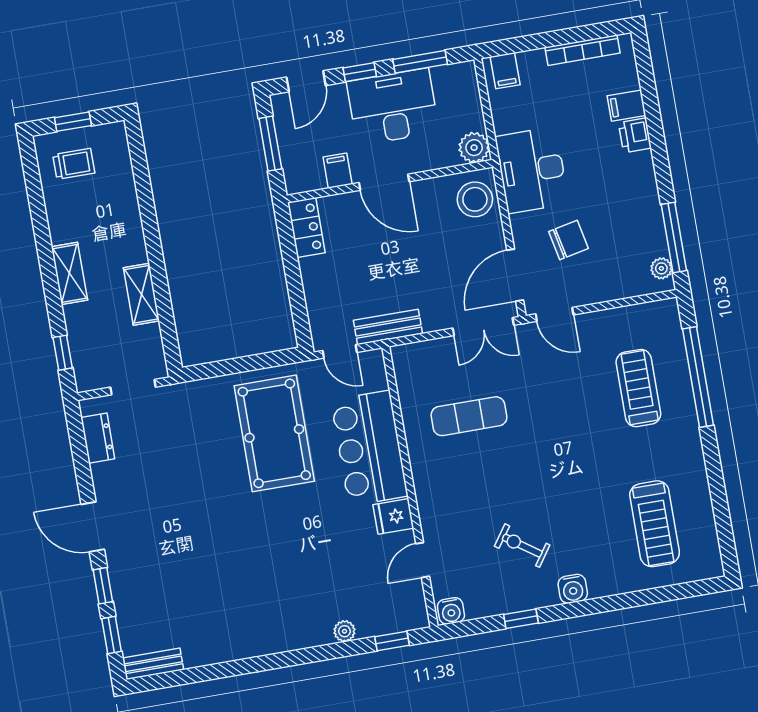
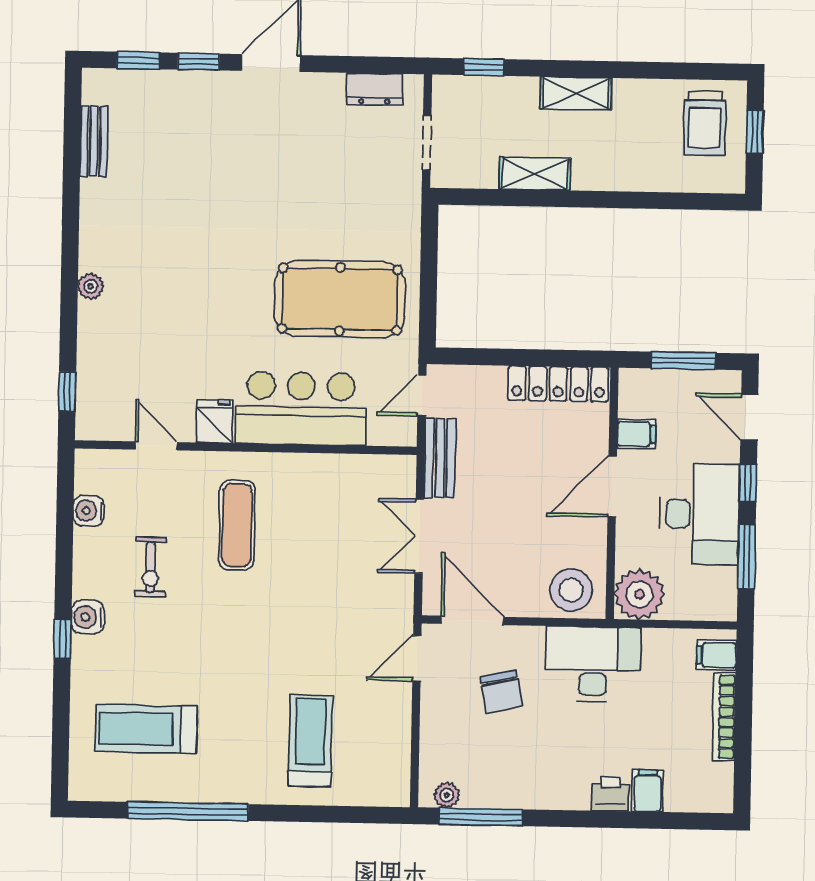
bookcase: (583, 50) -> (724, 717), moved
plant: (474, 148) -> (639, 594), width x1.36, depth x1.36
trolley: (74, 164) -> (705, 123), width x1.36, depth x1.39
locker: (306, 228) -> (558, 384), width x1.53
double door: (483, 327) -> (419, 536), moved
window: (698, 377) -> (188, 811), moved
treadmill: (638, 388) -> (310, 741), turned -90
exercise mat: (469, 416) -> (237, 525), moved
exercise bike: (522, 546) -> (150, 567), turned 145
water cooler: (451, 611) -> (89, 511), moved
window: (521, 619) -> (62, 639), moved
plant: (344, 631) -> (91, 286), moved
bench: (153, 664) -> (94, 141), moved

